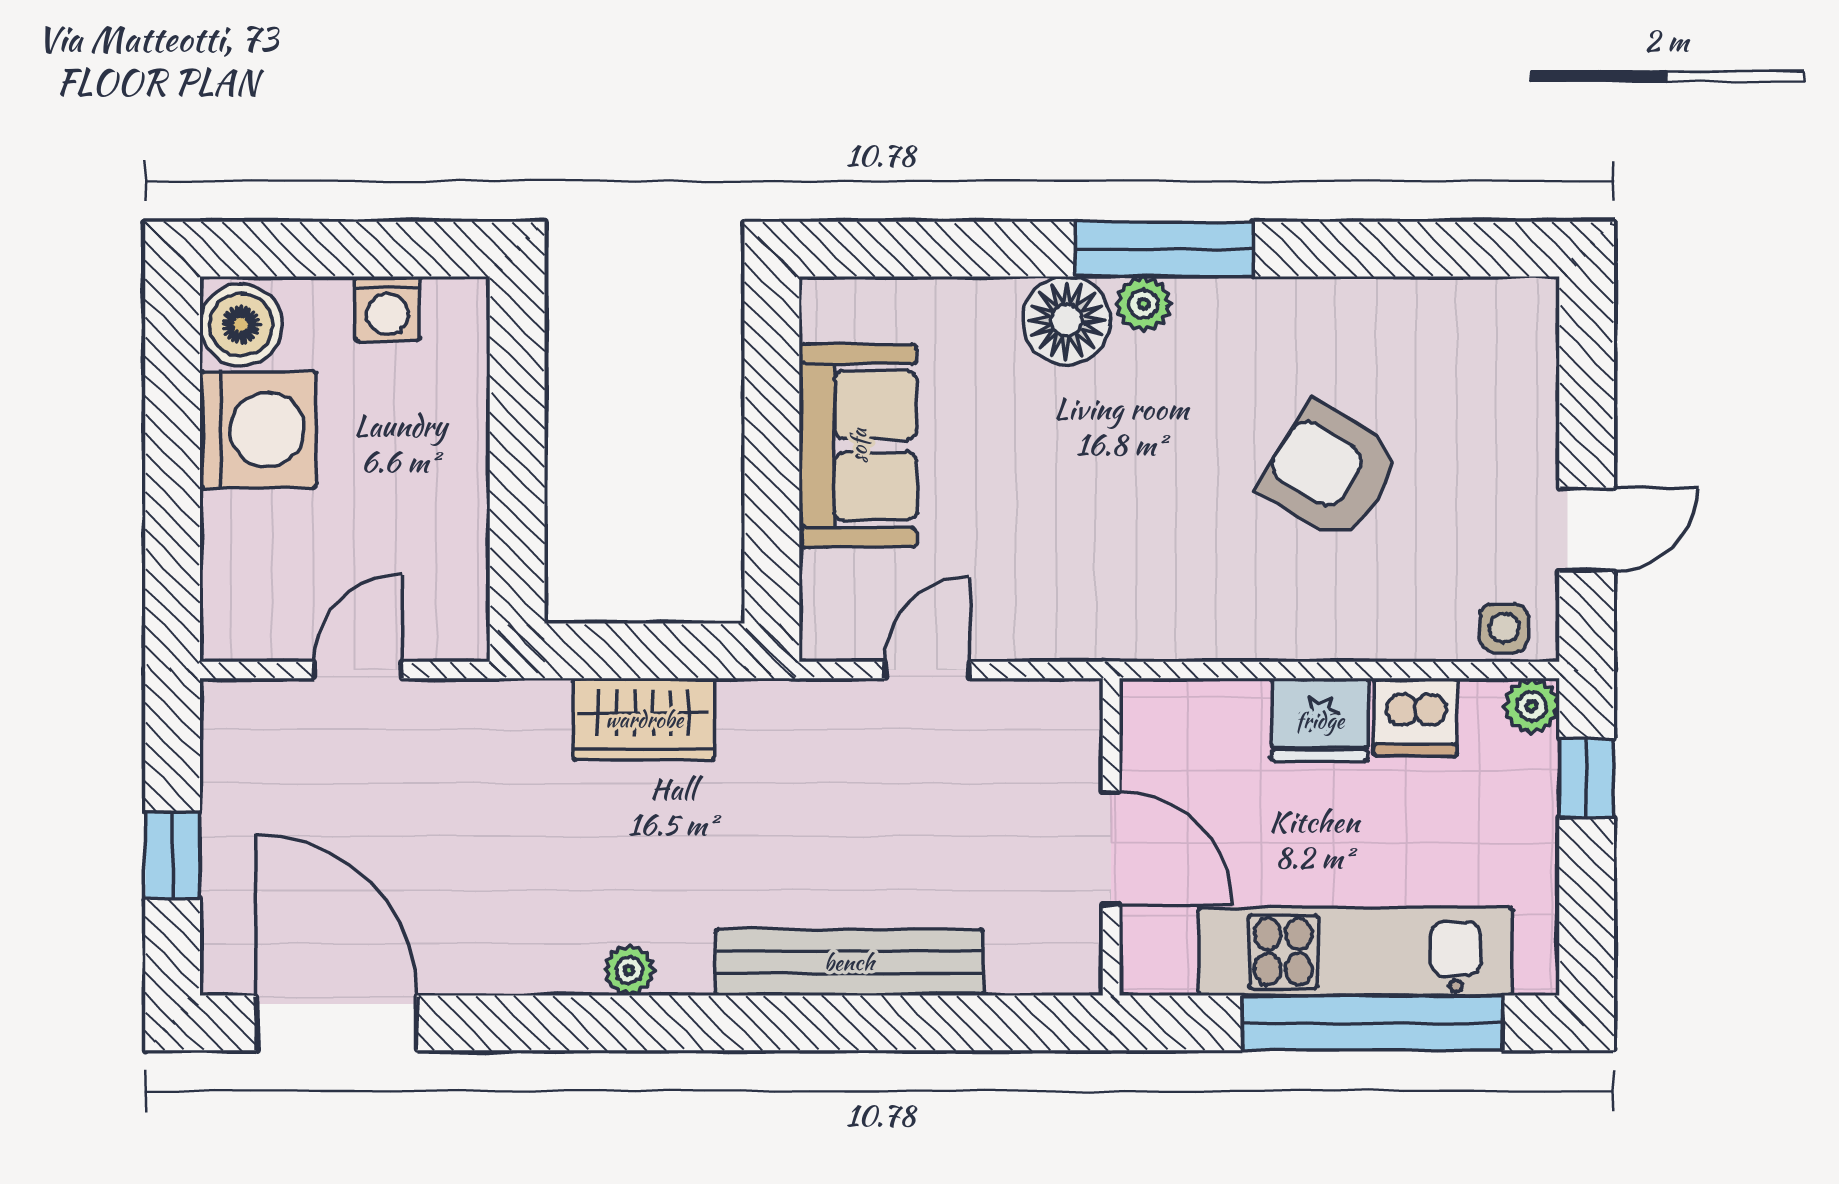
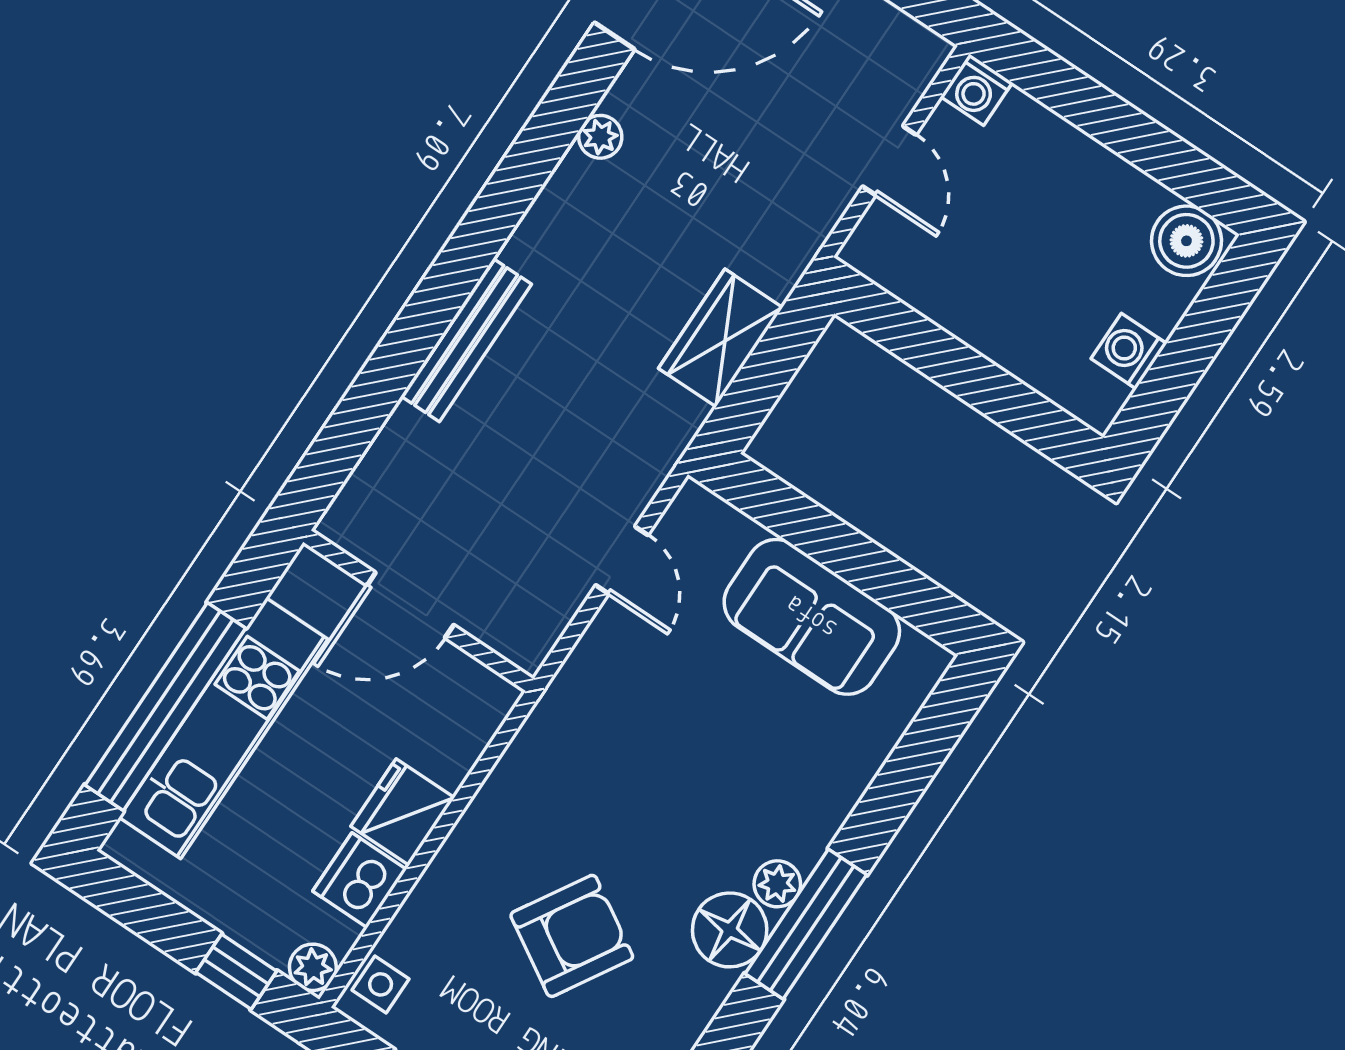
floor lamp: (1067, 320) -> (730, 930), moved
washing machine: (258, 430) -> (976, 90), moved, width x0.53, depth x0.53
bench: (849, 962) -> (466, 340), width x0.73, depth x0.82
plant: (629, 970) -> (600, 137), moved

